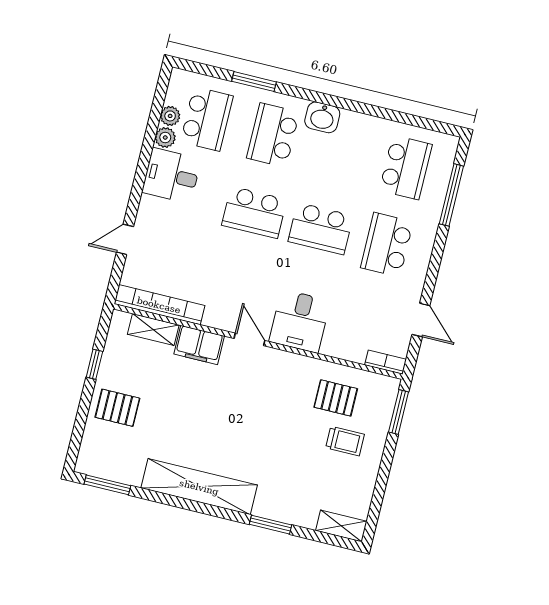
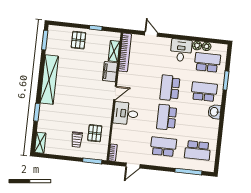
school desk: (207, 119) -> (207, 62), turned 180

